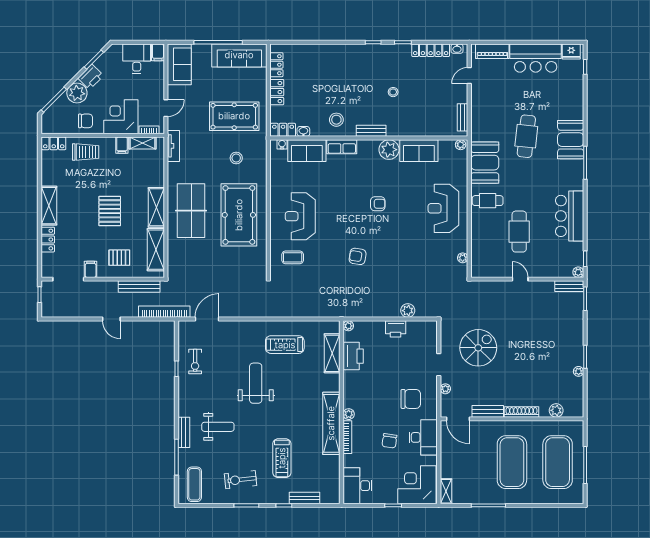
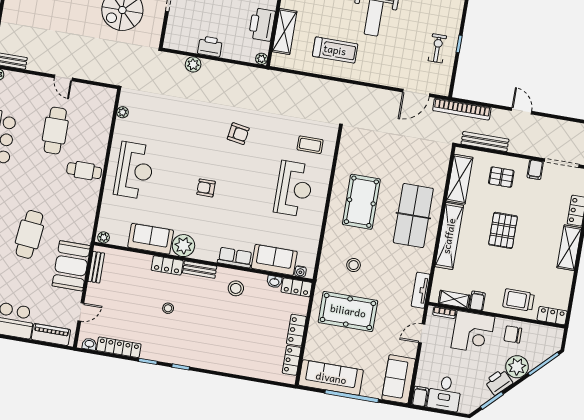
locker: (400, 130) -> (167, 265), added
booth: (485, 163) -> (71, 266), moved
shelving: (156, 207) -> (449, 236), width x1.47
pool table: (239, 215) -> (361, 202), width x0.73, depth x0.76

